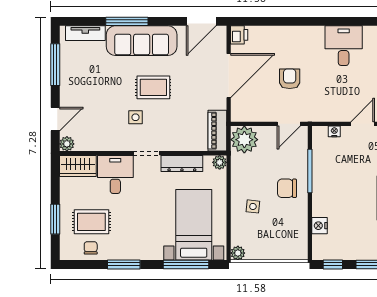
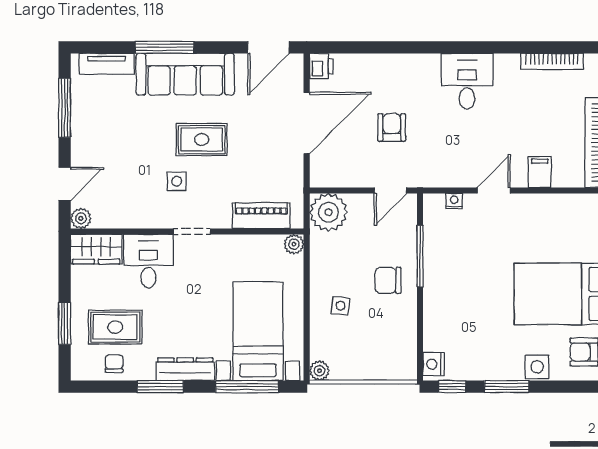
piano: (217, 131) -> (261, 216), moved, turned 90
dresser: (182, 163) -> (185, 369), moved, turned 180
nightstand: (320, 226) -> (433, 364), moved

